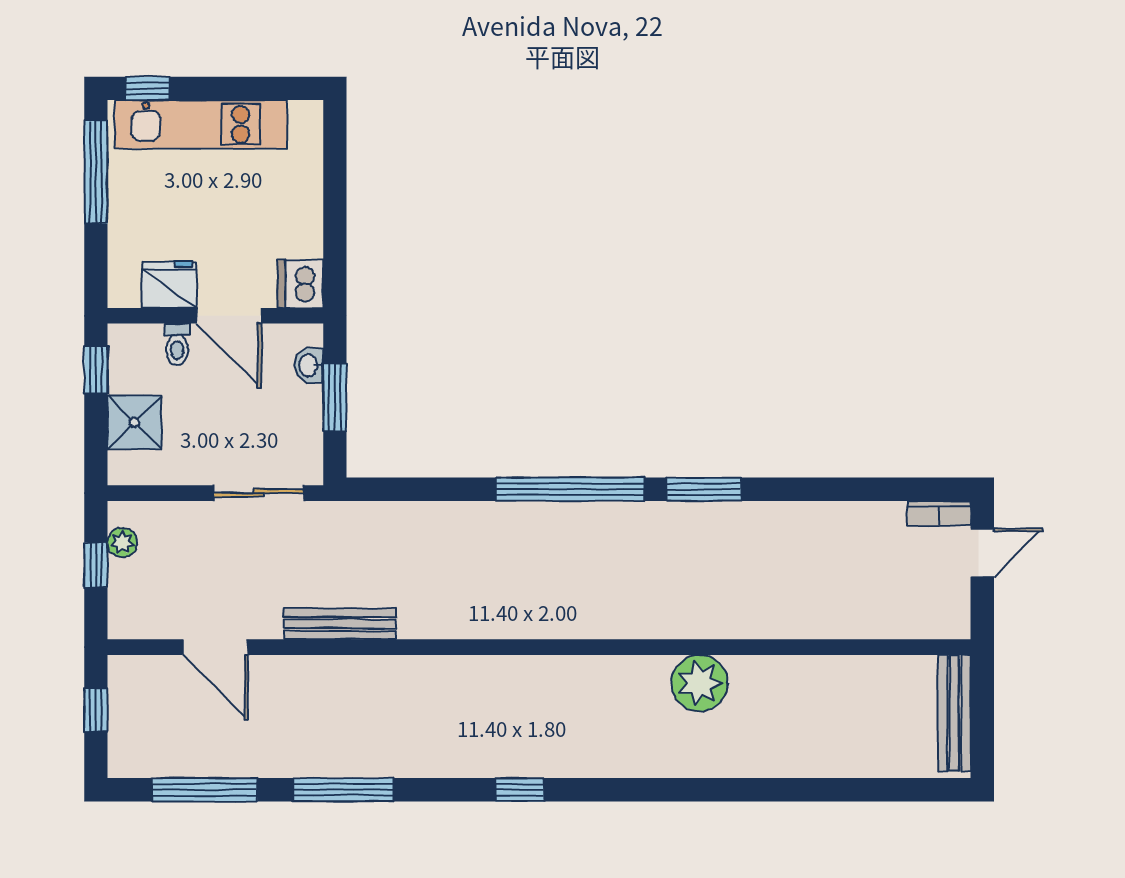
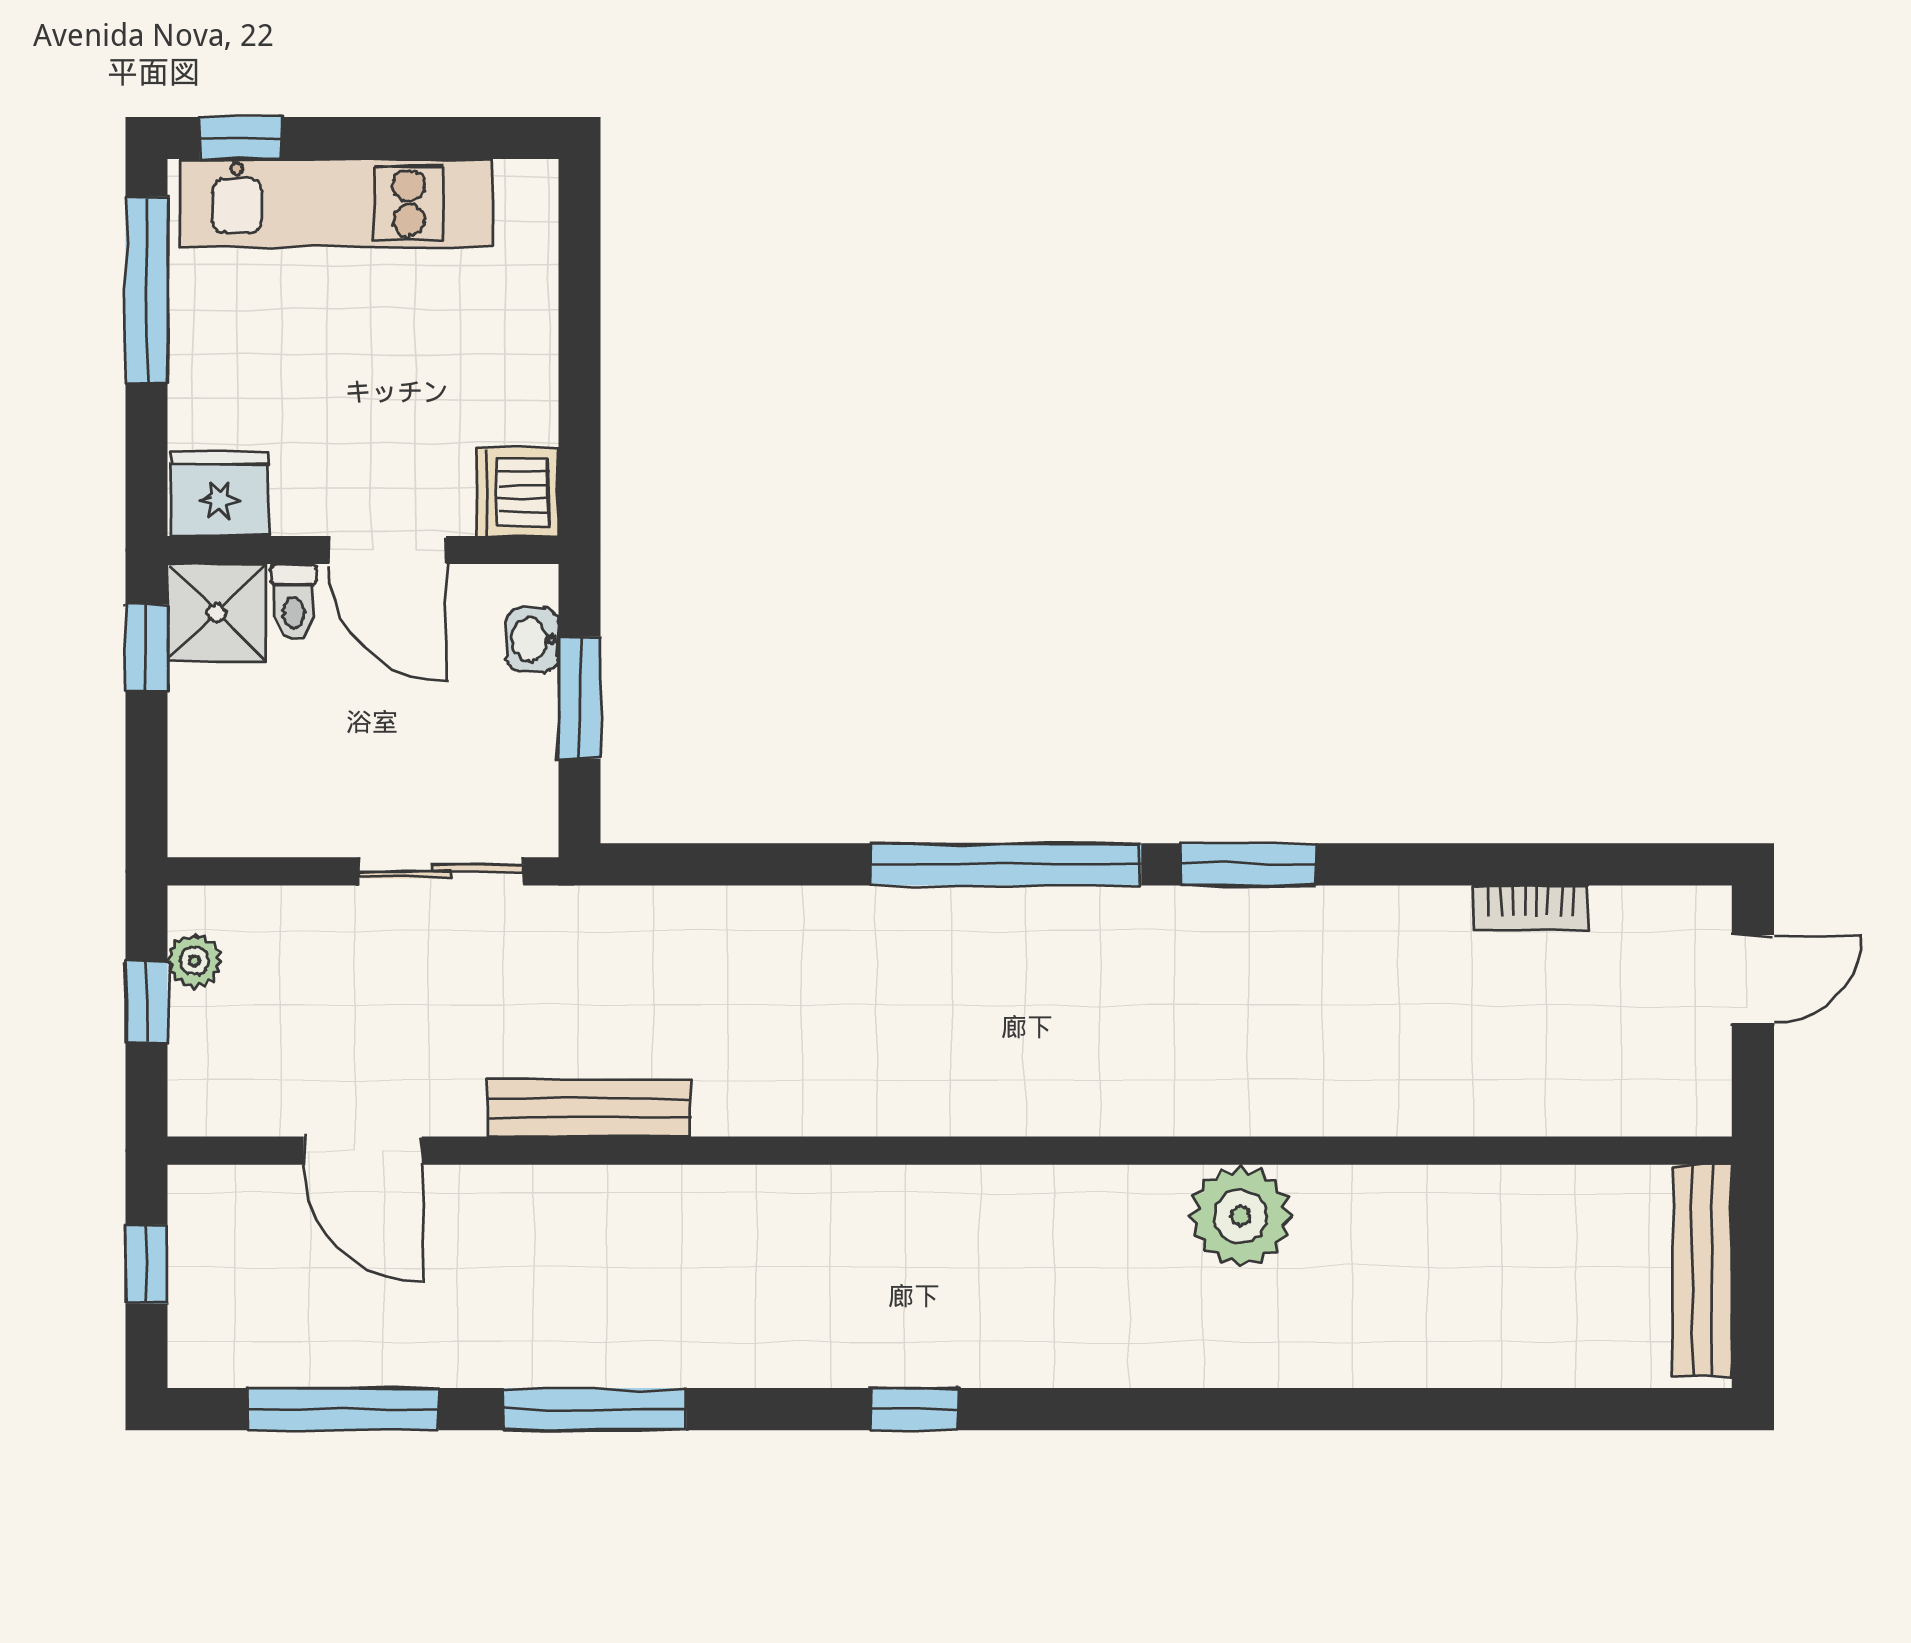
fridge: (169, 285) -> (219, 494), moved
shower: (134, 422) -> (216, 613), moved
bookcase: (939, 513) -> (1531, 908), moved

